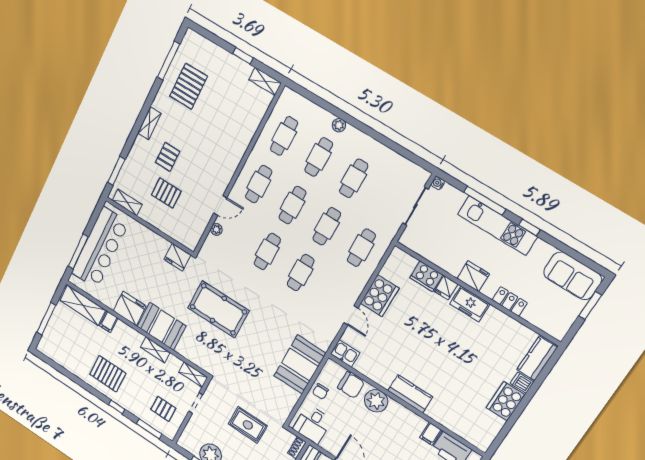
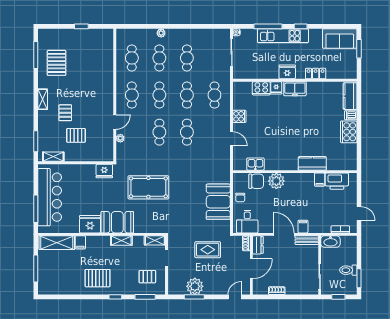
shelving: (265, 81) -> (103, 33), removed
cooker: (380, 296) -> (239, 116), width x0.53, depth x0.76
kitchen sink: (345, 353) -> (255, 164), moved
booth: (300, 365) -> (218, 202), moved
kitchen counter: (410, 394) -> (312, 163), moved

